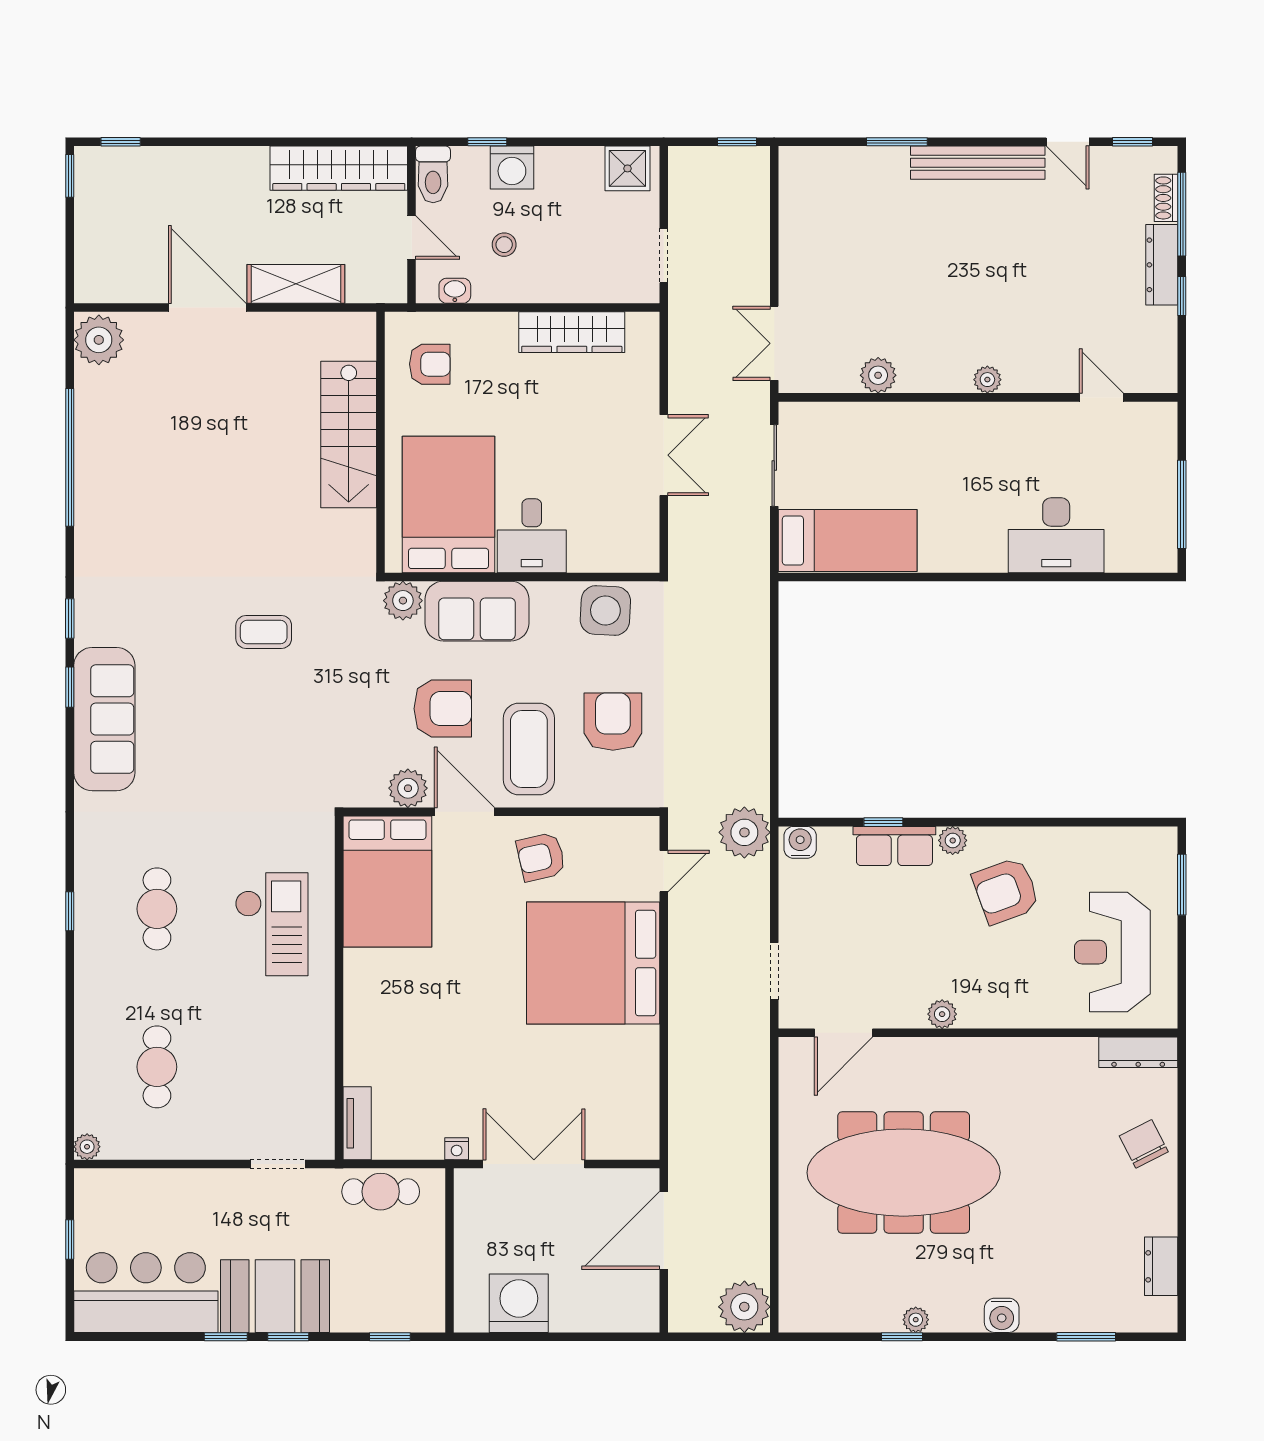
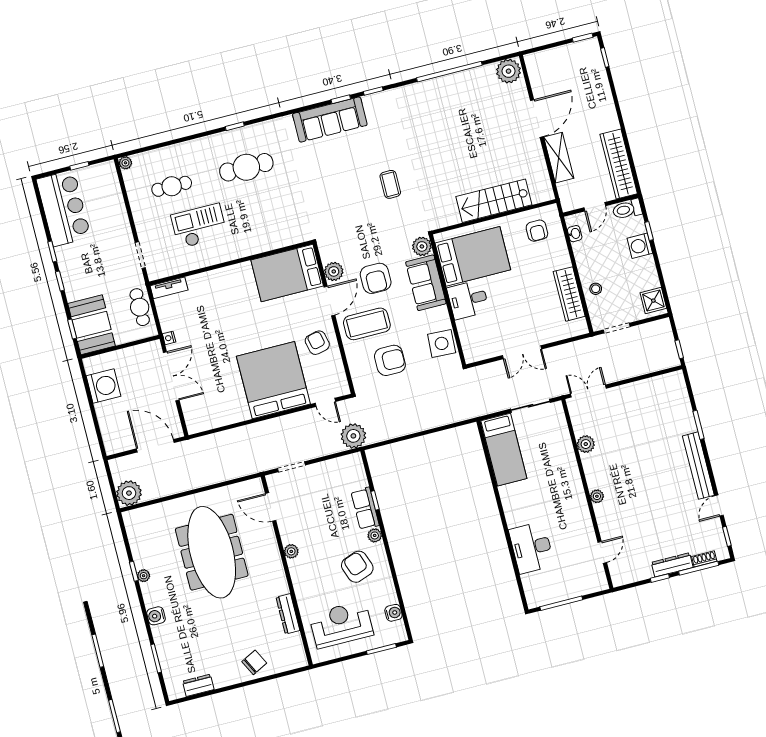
stool: (504, 245) -> (596, 289), moved
water cooler: (800, 842) -> (393, 613), moved
cafe table: (157, 909) -> (246, 167), width x1.37, depth x1.35
checkout: (272, 924) -> (199, 226), moved, turned 180
dresser: (1138, 1052) -> (288, 614), moved
booth: (275, 1296) -> (91, 325), moved

